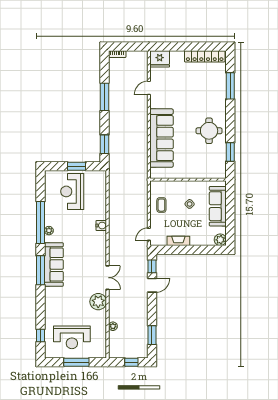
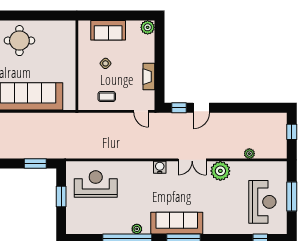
window: (230, 152) -> (44, 15), removed
reception desk: (72, 191) -> (96, 184), moved, turned 180
sofa: (218, 206) -> (108, 30), width x0.73
water cooler: (101, 226) -> (160, 167), moved
double door: (108, 278) -> (192, 160), swing flipped
door: (152, 285) -> (201, 108), swing flipped
window: (152, 335) -> (260, 108), removed

